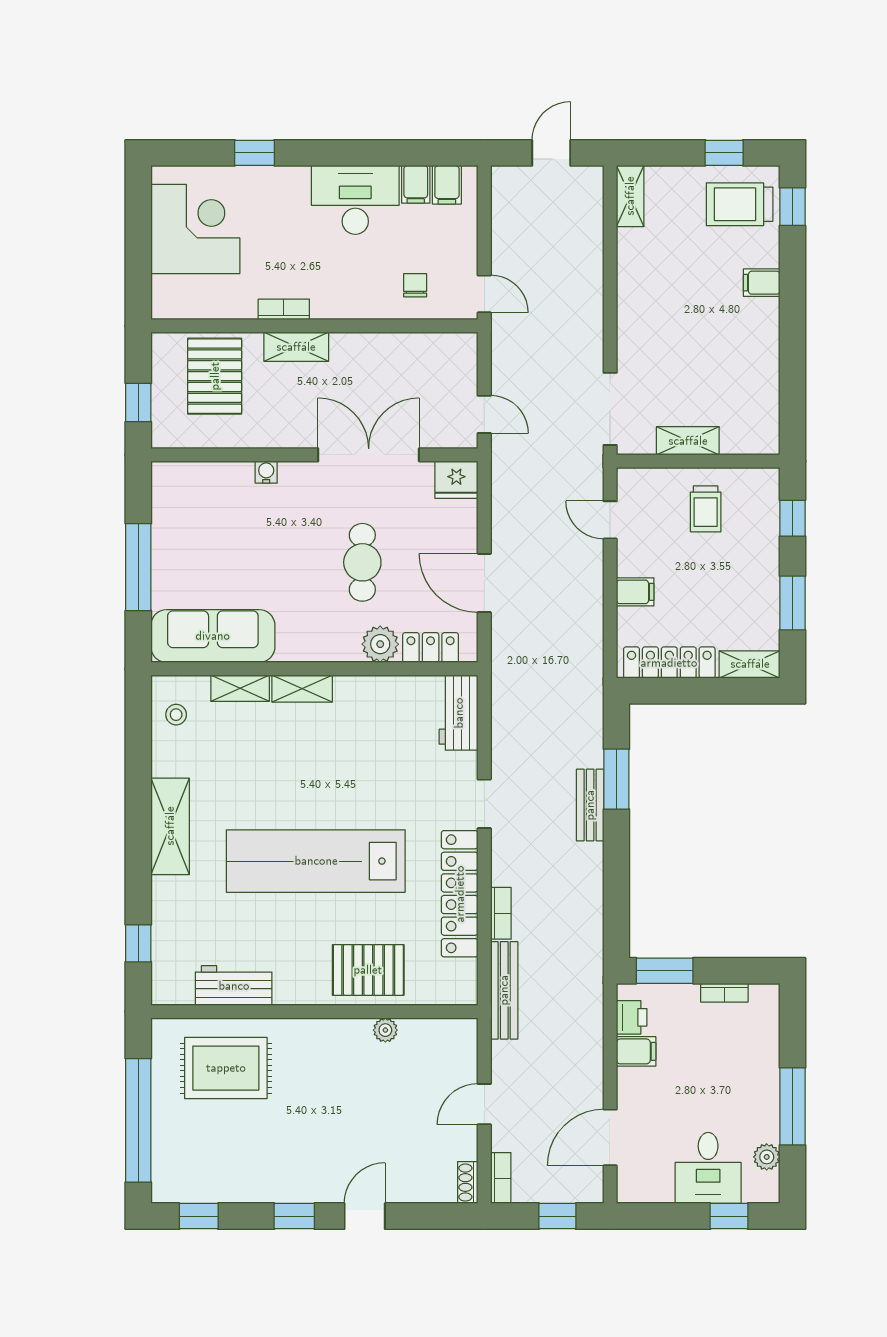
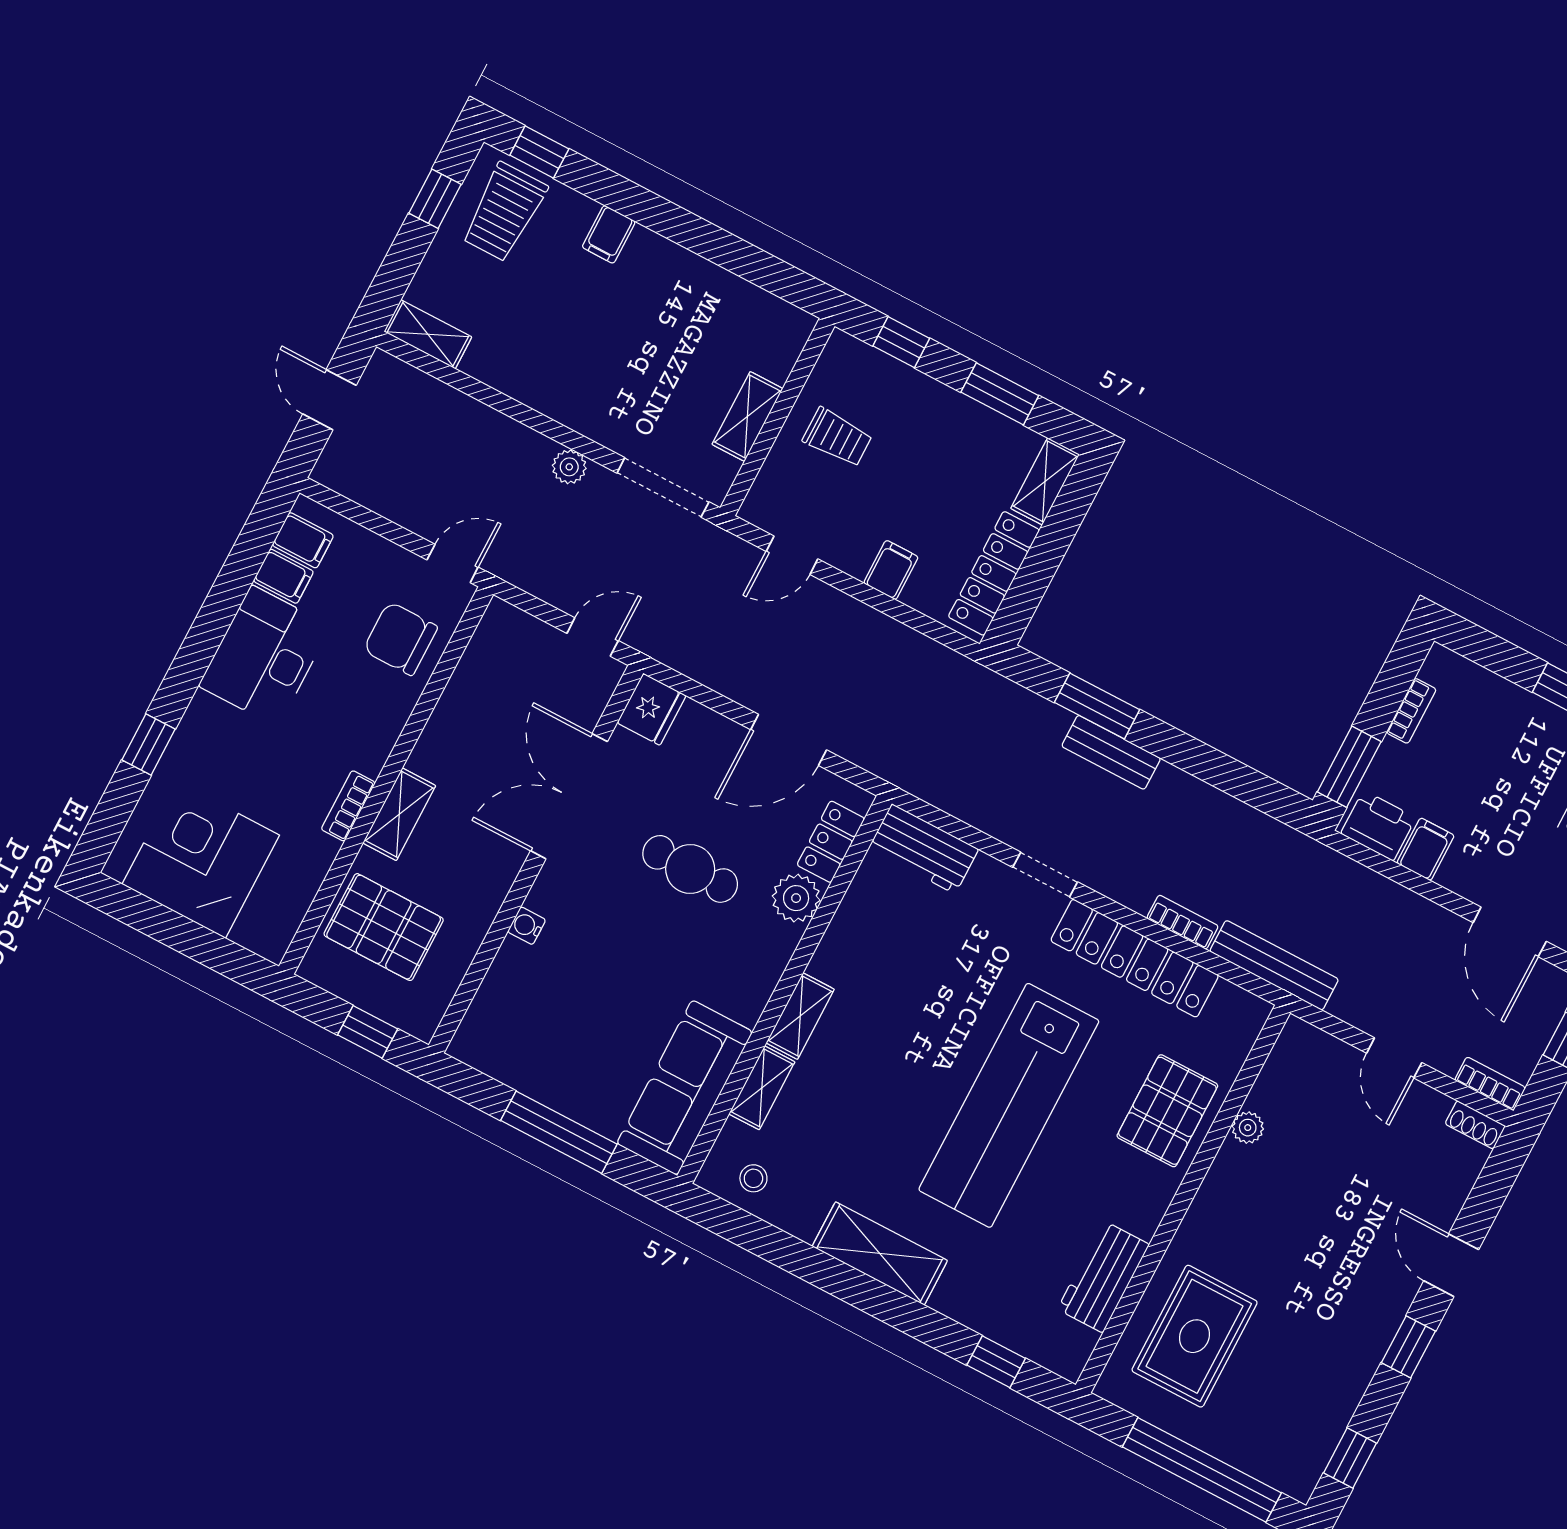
chair: (415, 285) -> (400, 639), width x1.87, depth x1.87
plant: (591, 338) -> (569, 467), added
printer: (632, 1017) -> (1378, 826), width x1.36, depth x1.24

